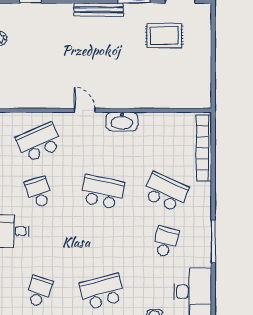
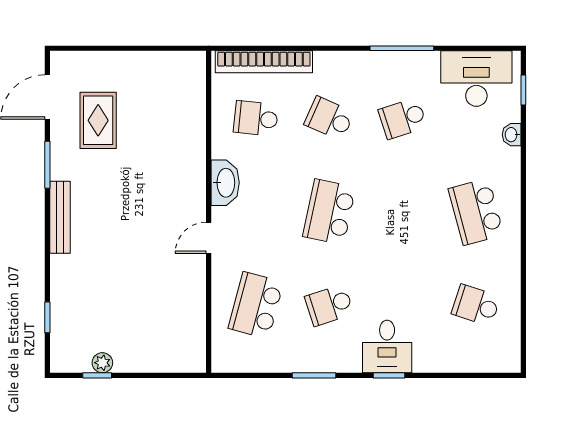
school desk: (39, 142) -> (256, 305), turned 39
school desk: (166, 142) -> (256, 118), added
school desk: (166, 192) -> (329, 118), width x0.54
school desk: (166, 242) -> (403, 118), turned -33

